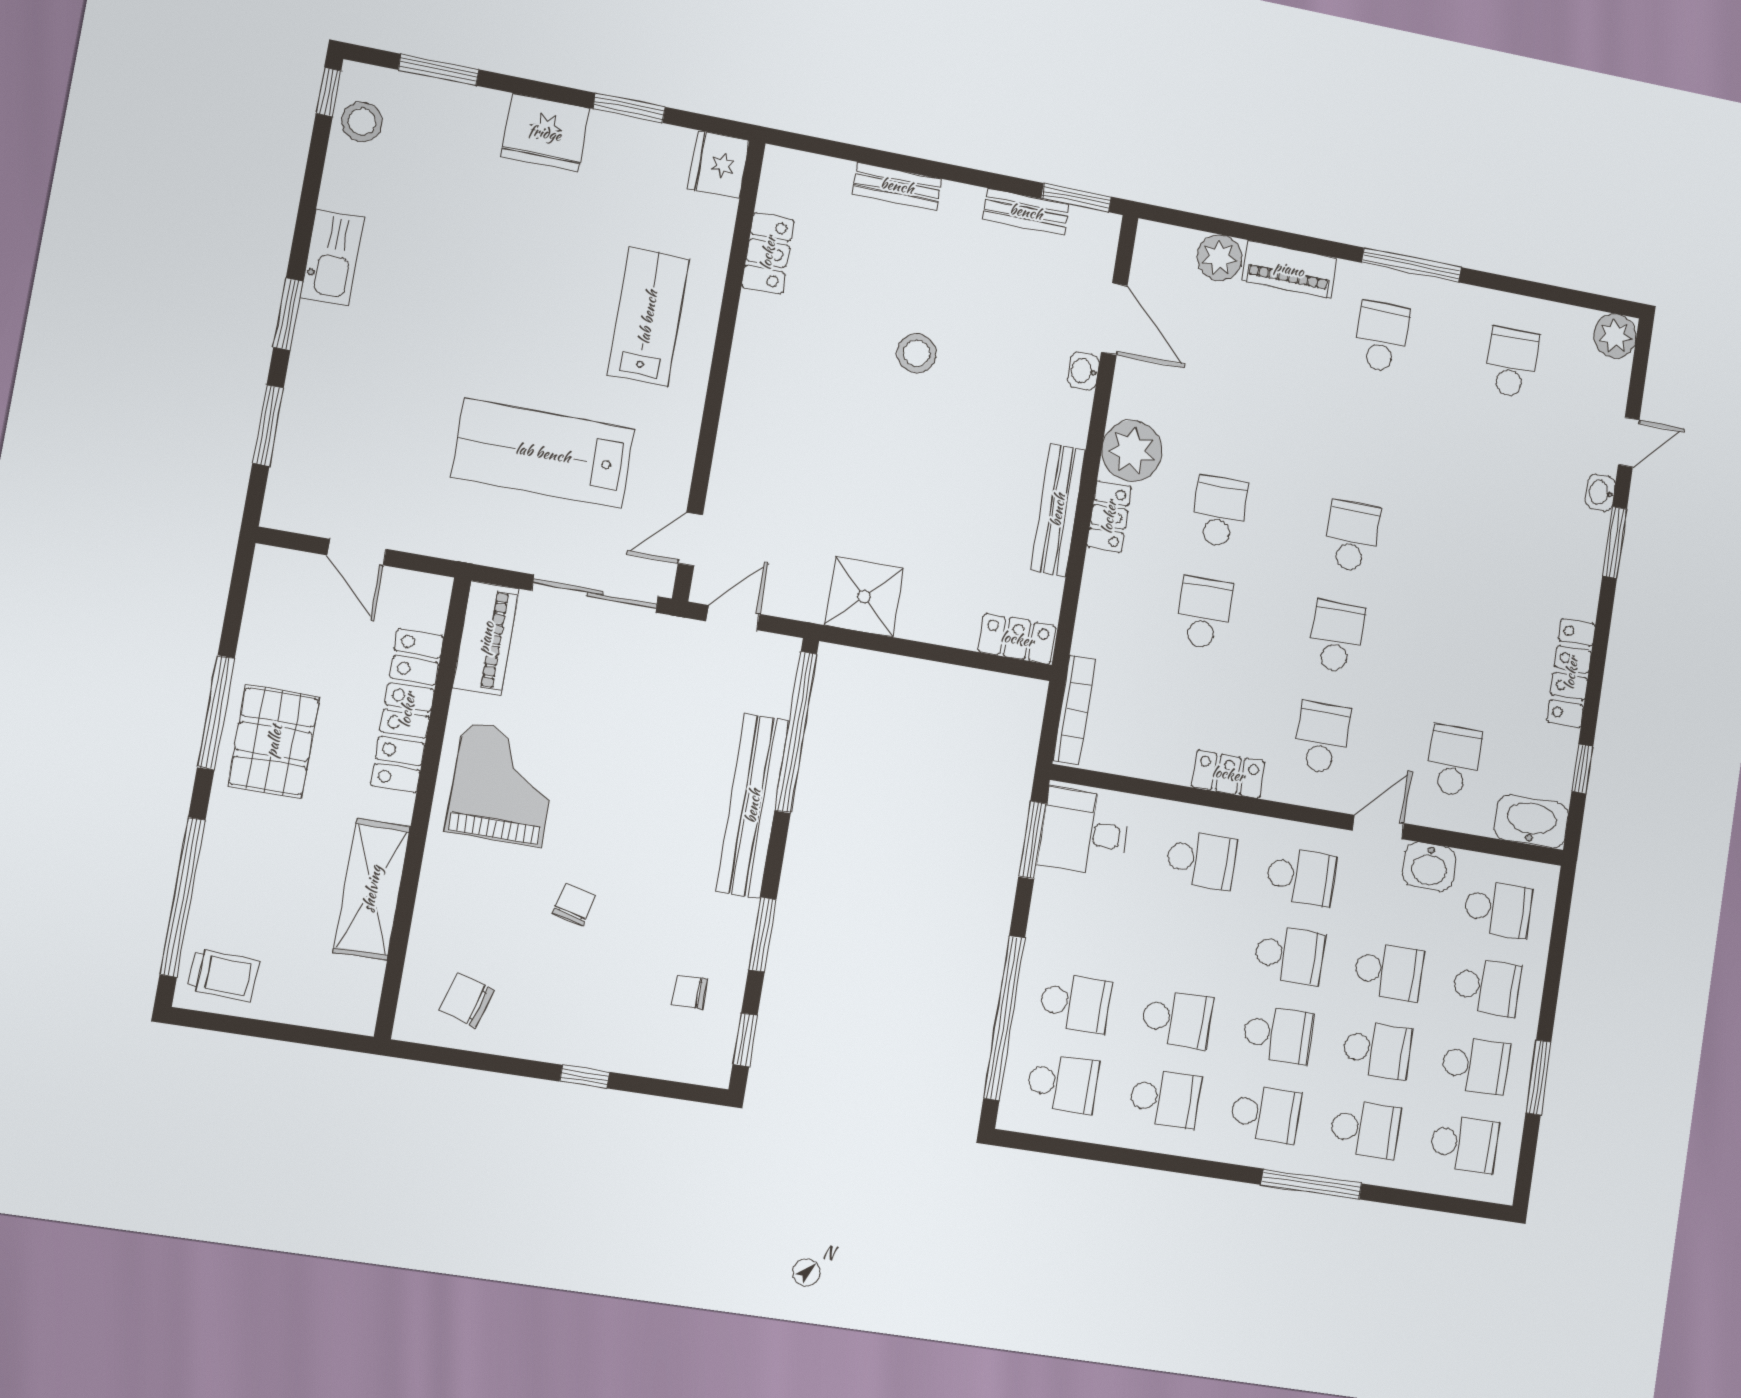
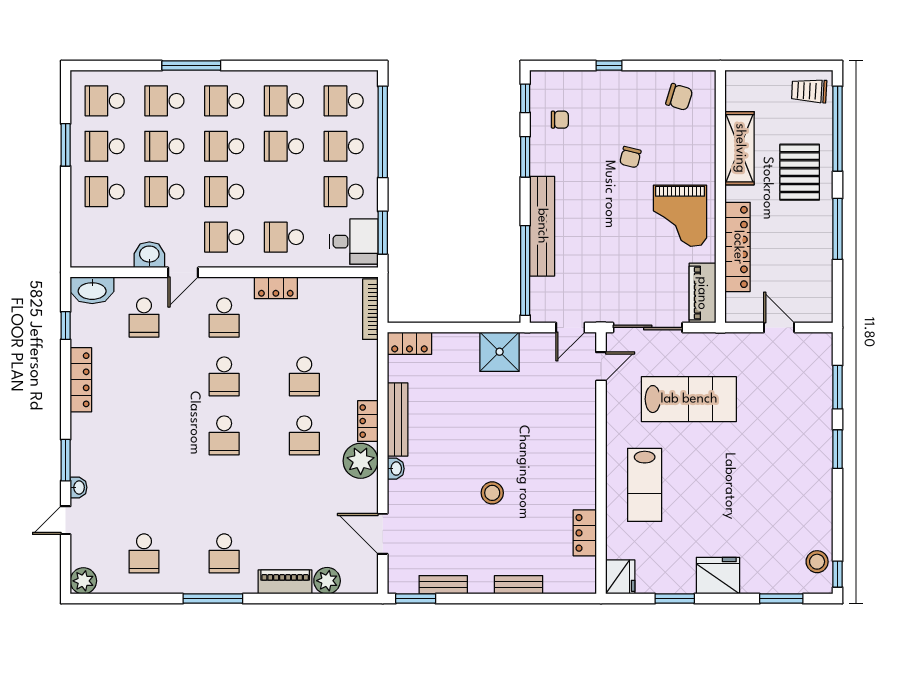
kitchen sink: (332, 258) -> (820, 484), removed
washbasin: (1083, 371) -> (396, 469), moved
pallet: (274, 741) -> (800, 172), moved
school desk: (1498, 909) -> (344, 192), moved

